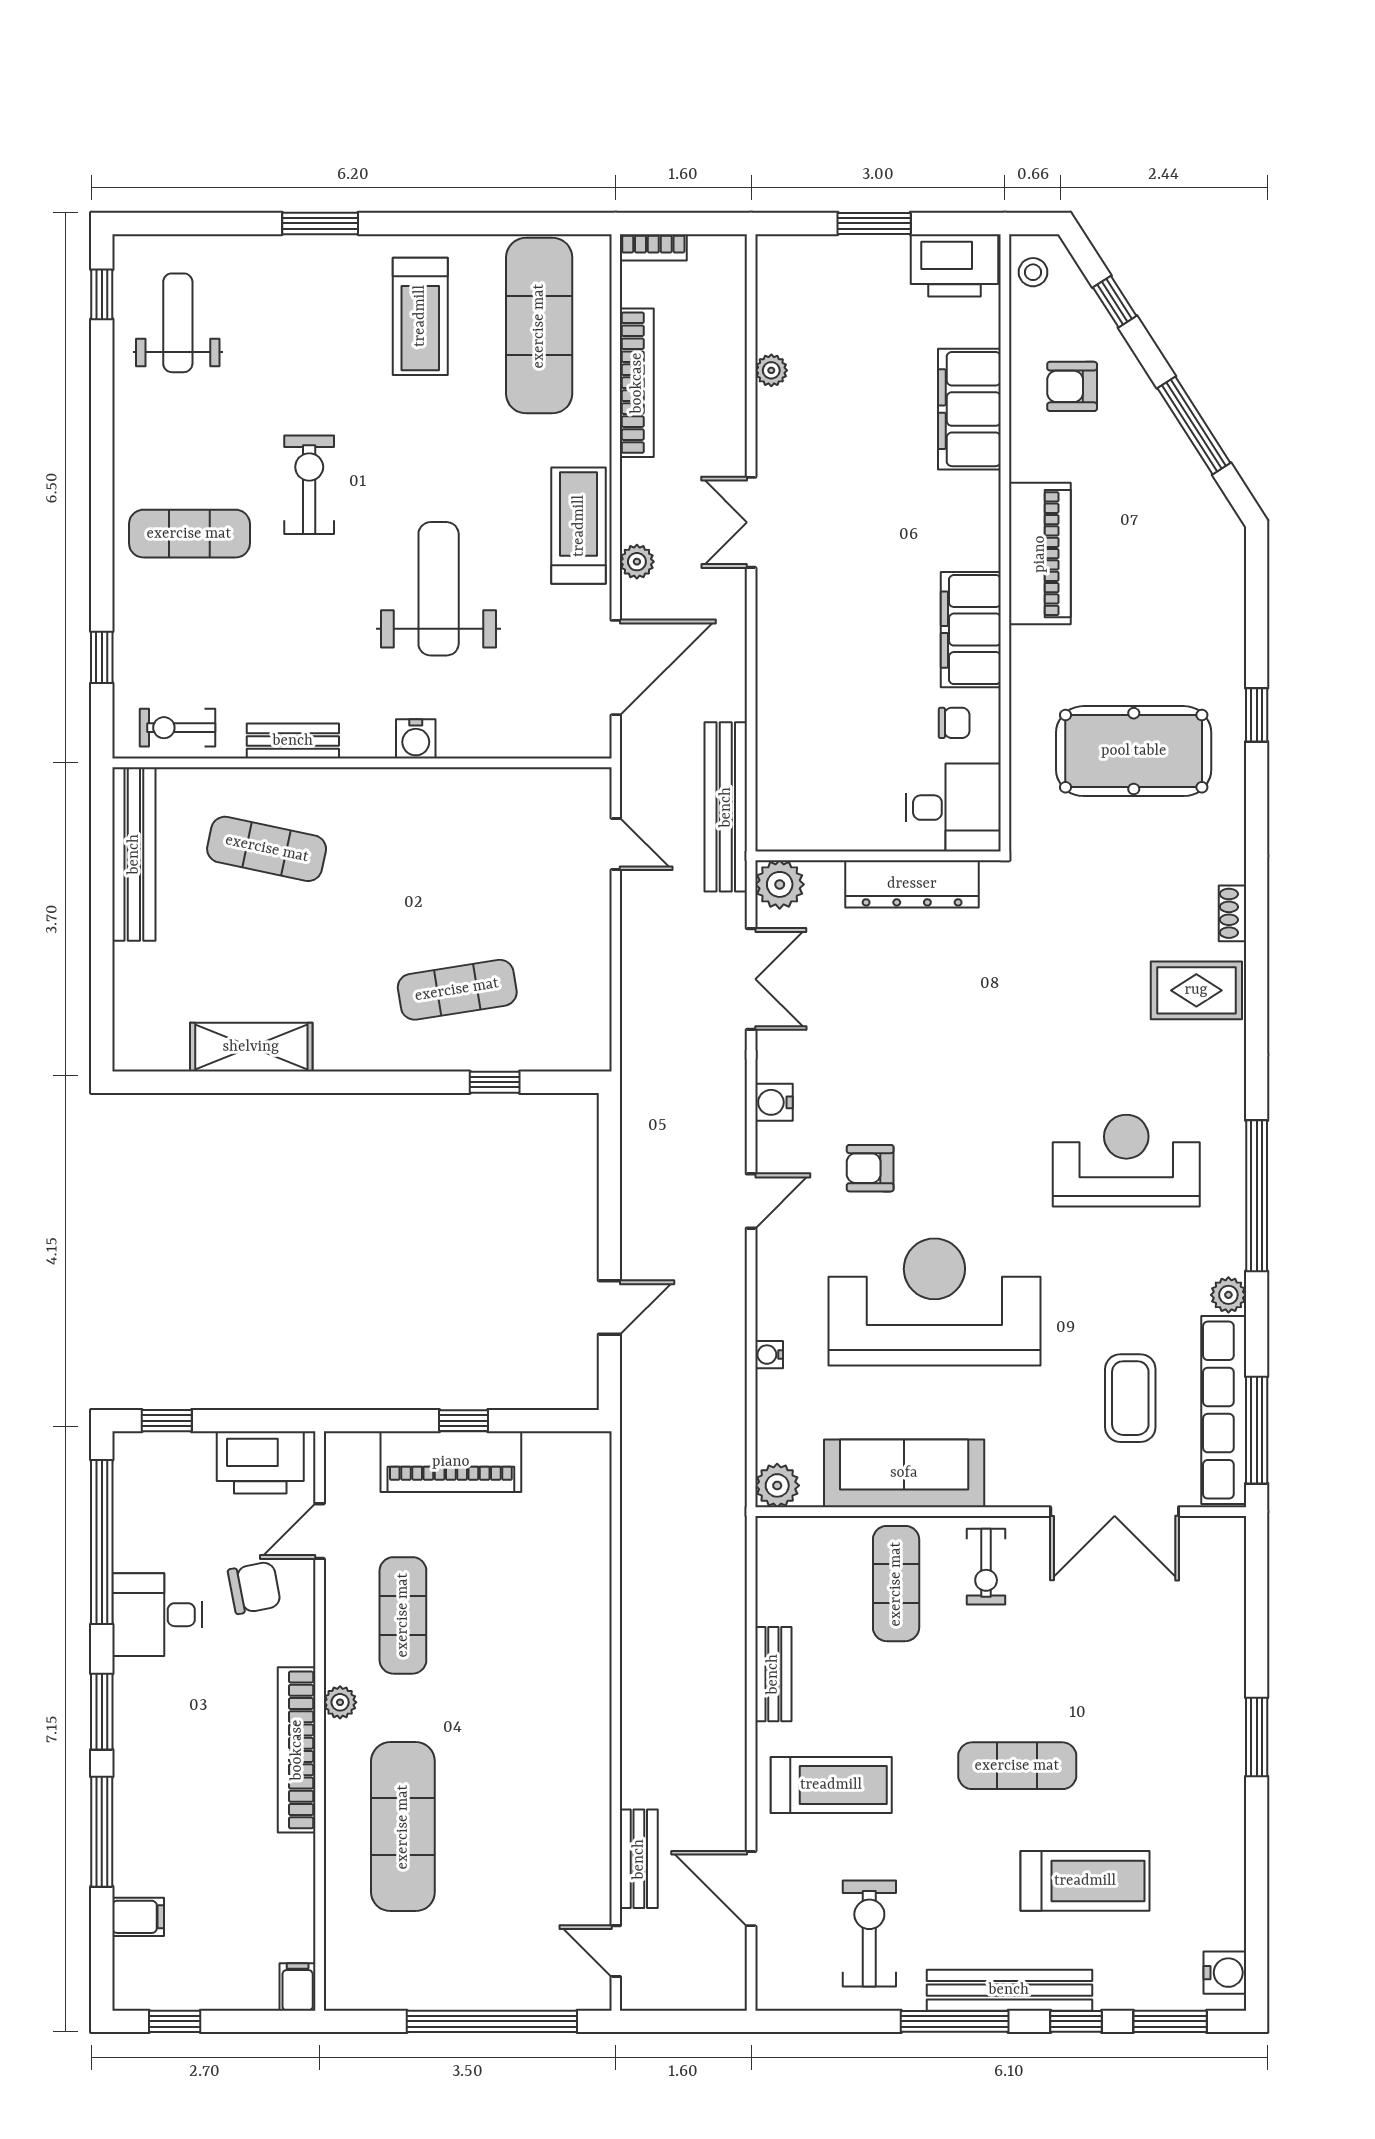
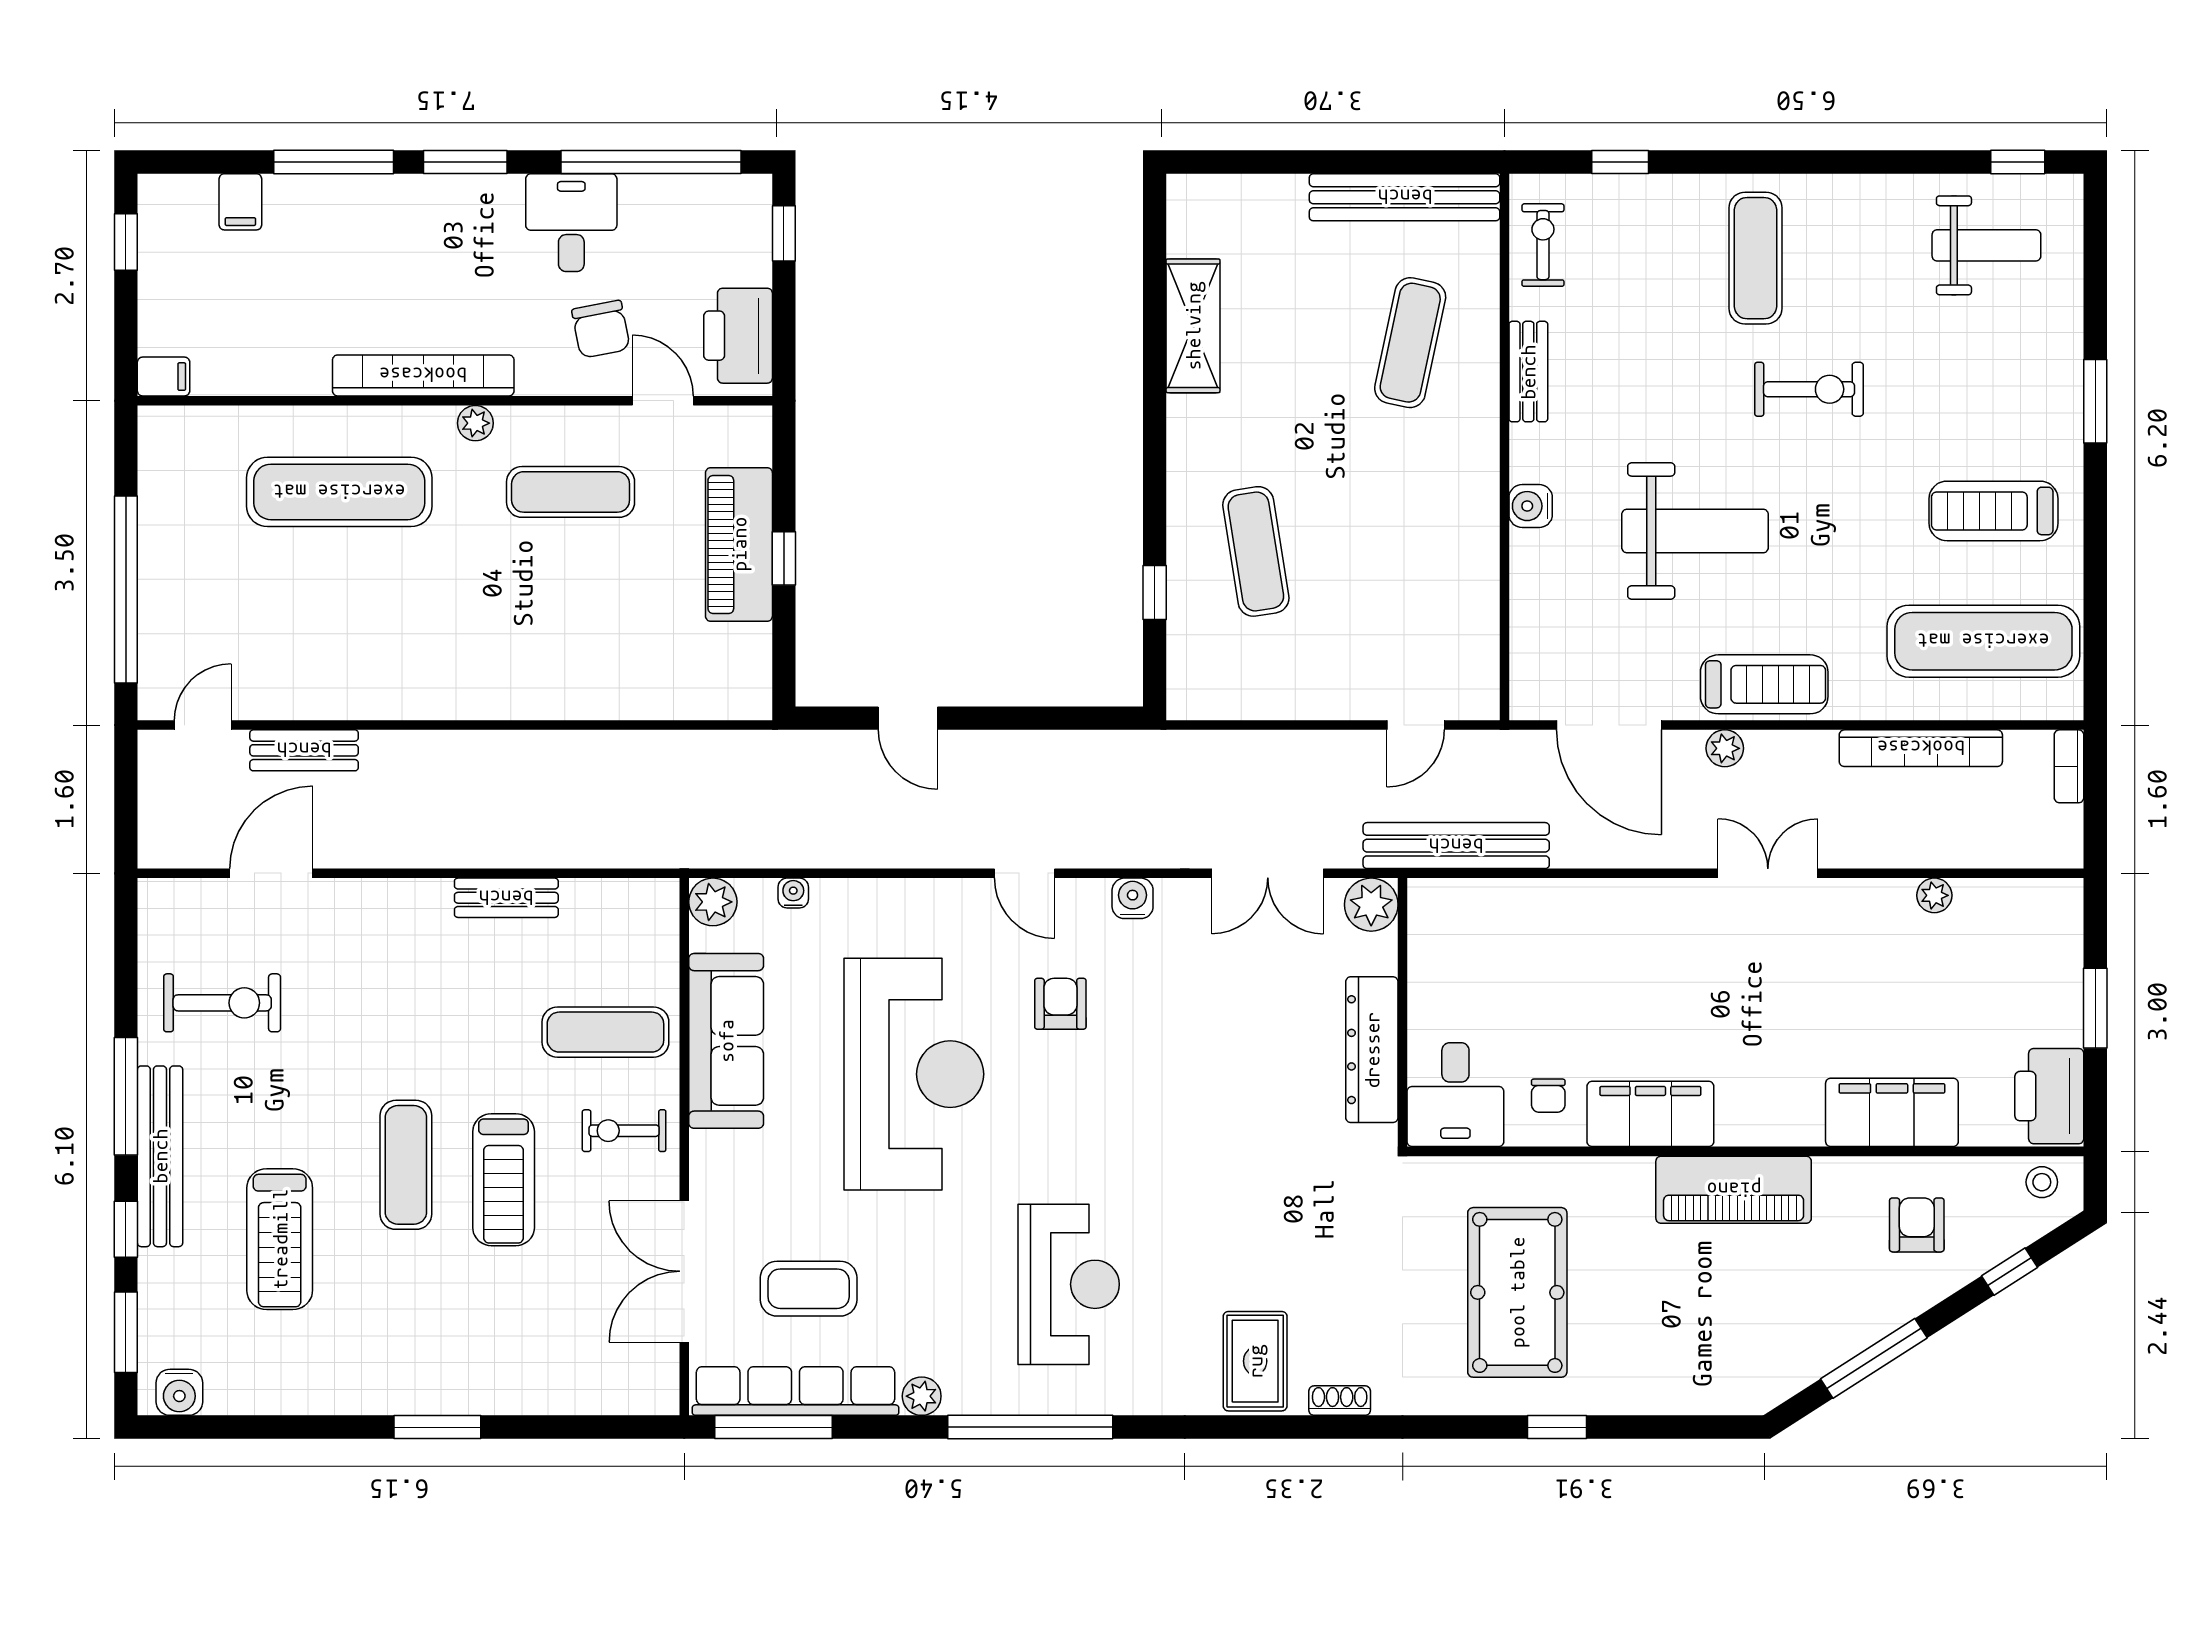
water cooler: (769, 1355) -> (793, 893), moved
treadmill: (831, 1785) -> (504, 1180), moved

